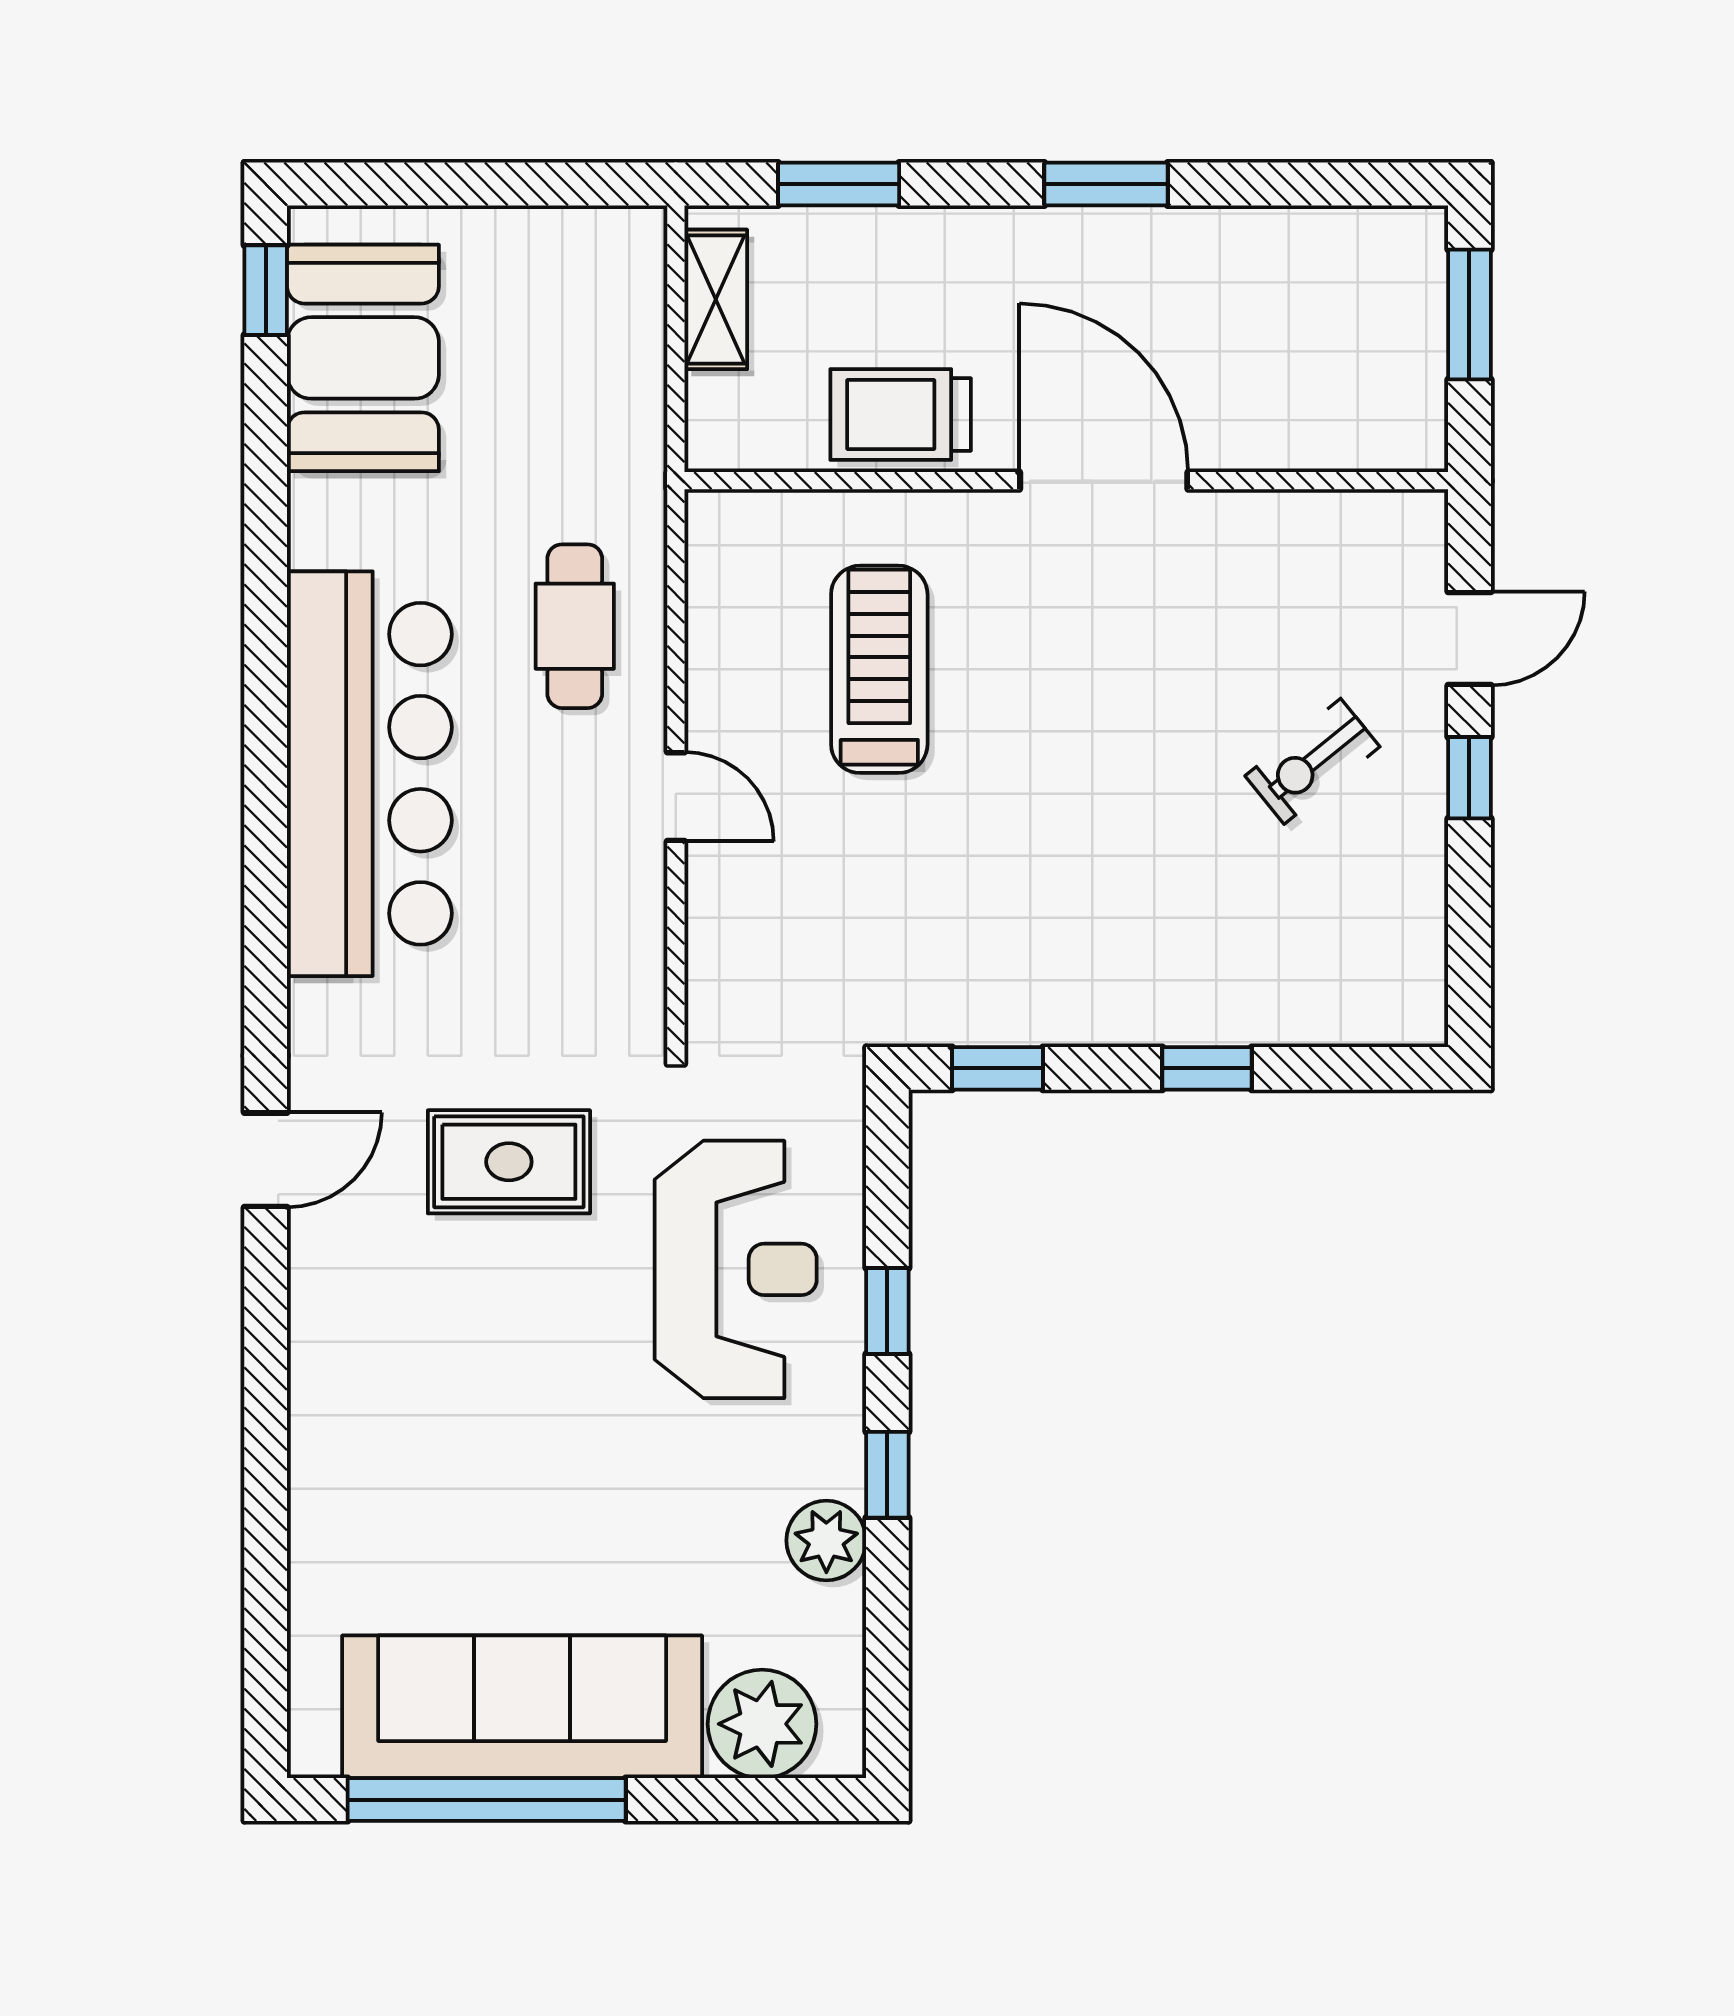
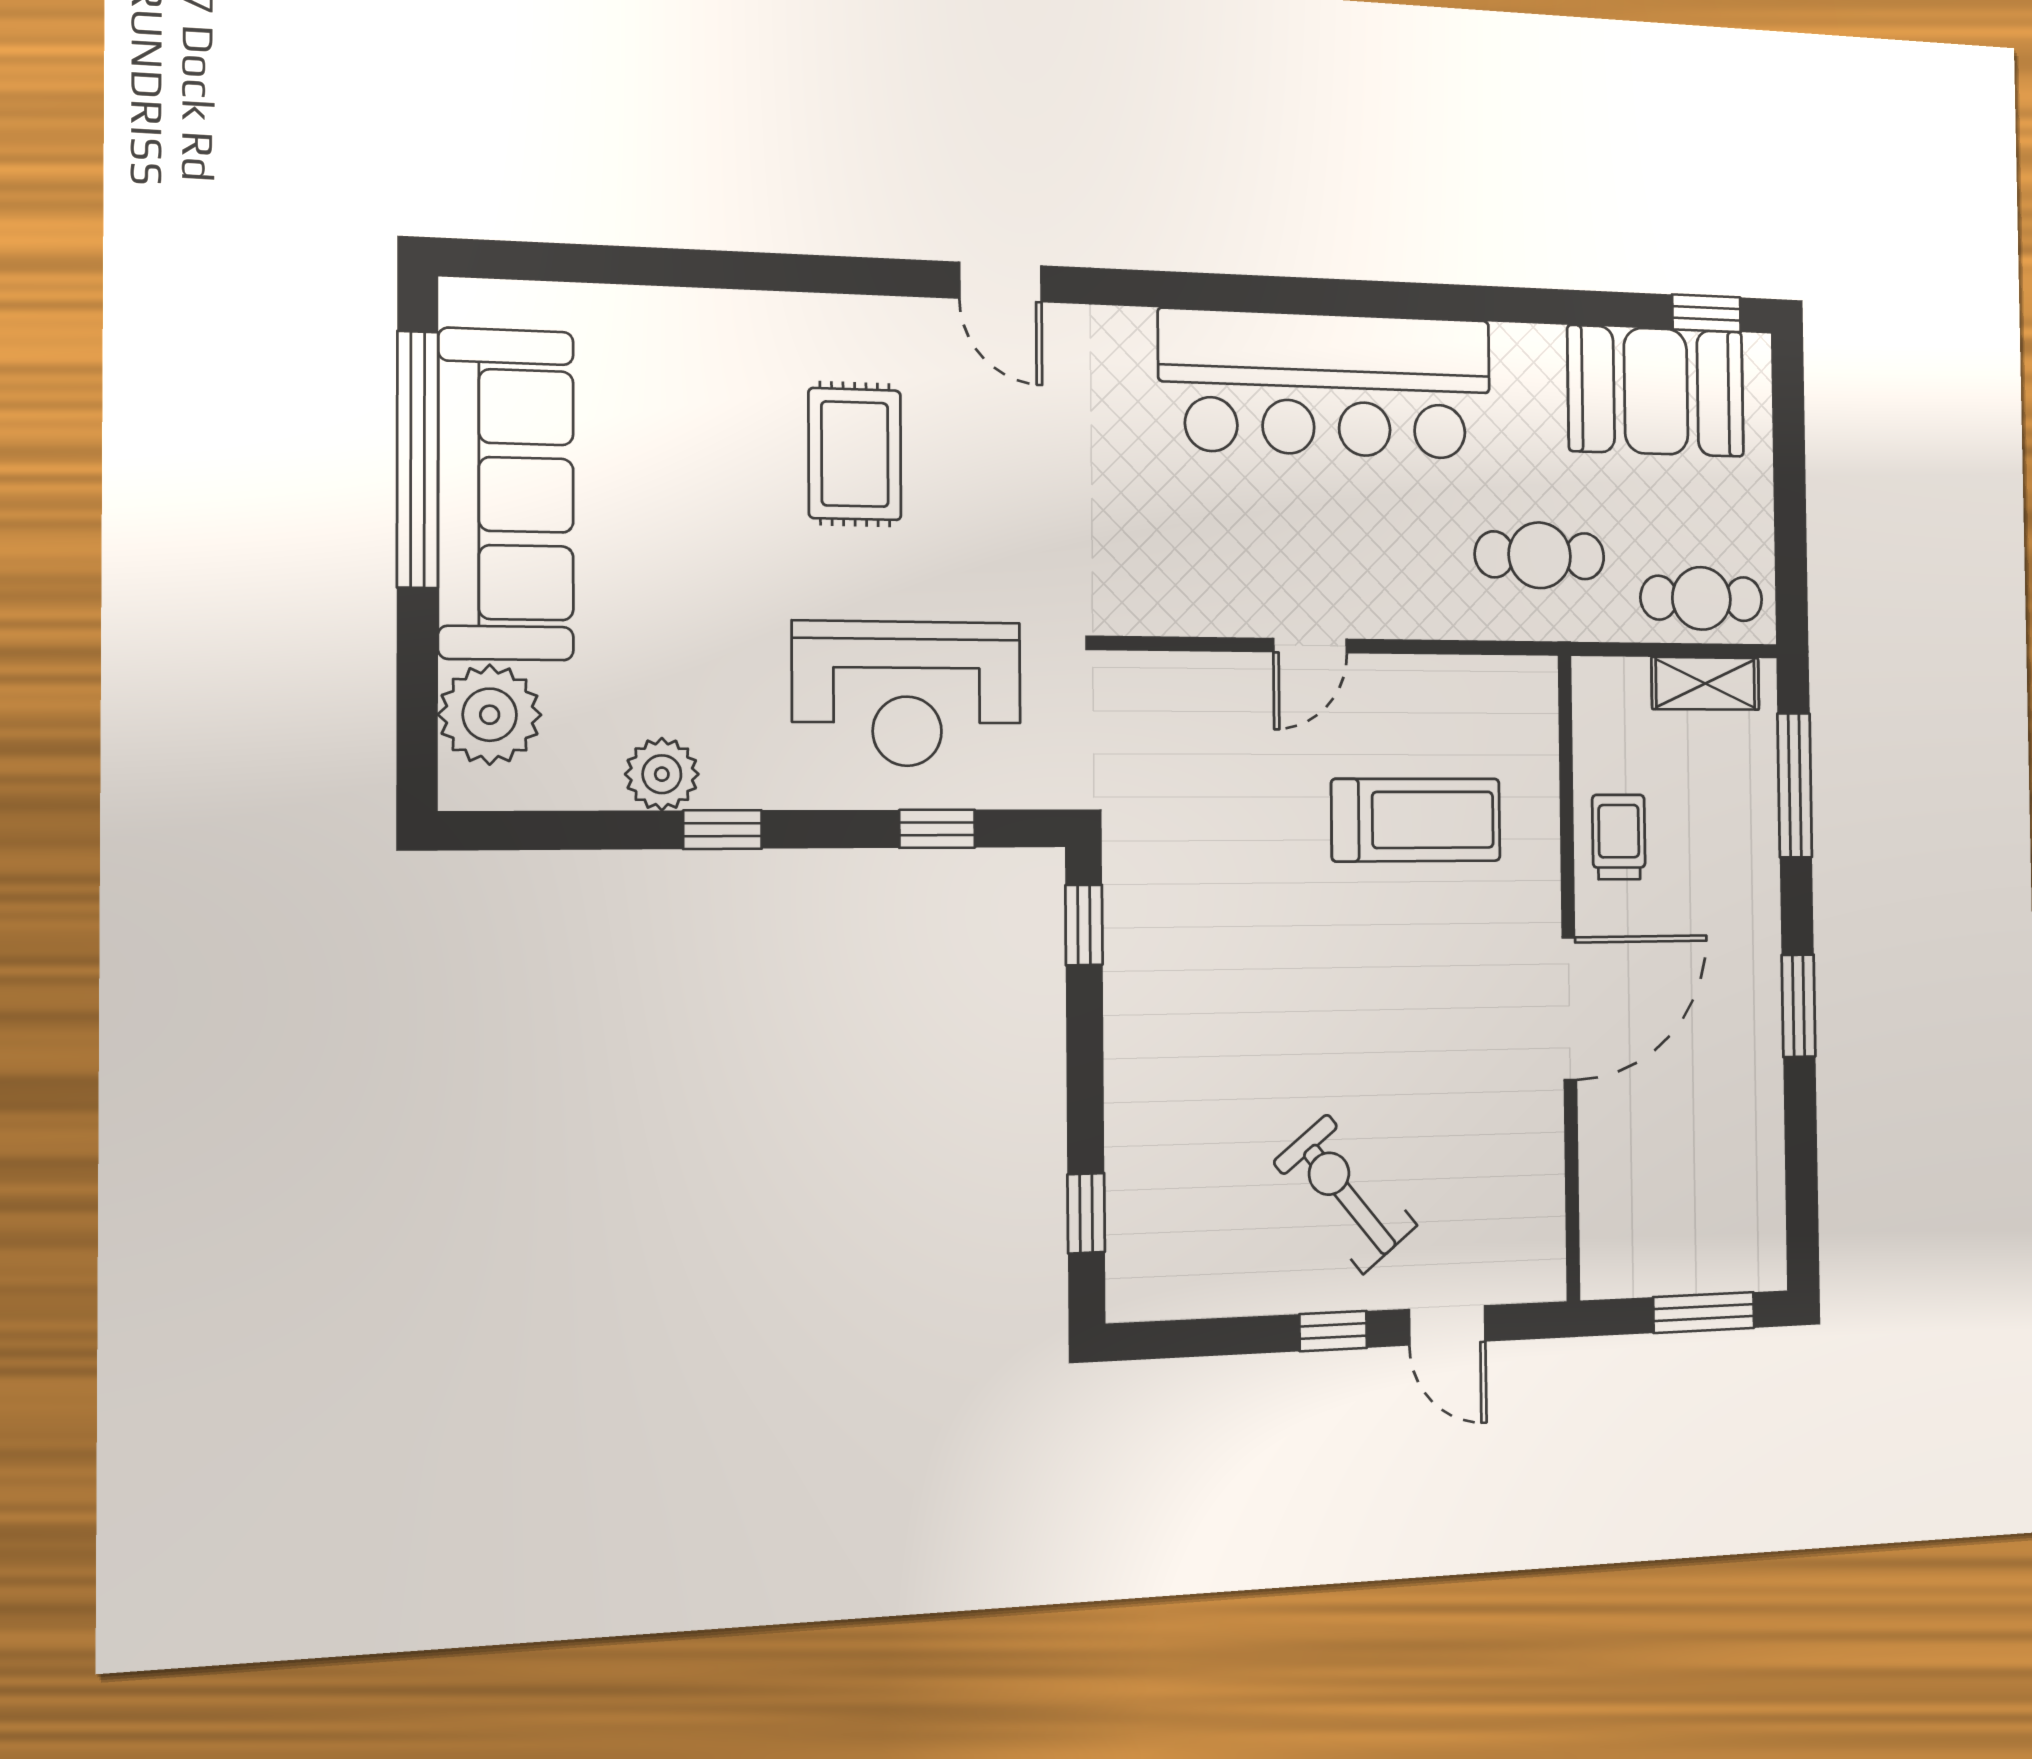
window: (839, 184) -> (1795, 785), width x1.44
cafe table: (613, 303) -> (1701, 598), added
trolley: (901, 415) -> (1619, 837), width x0.73, depth x0.72
cafe table: (575, 626) -> (1540, 555), moved
exercise bike: (1312, 761) -> (1345, 1194), width x1.38, depth x1.39
window: (1207, 1068) -> (1086, 1213), moved
rug: (509, 1162) -> (855, 454), moved
window: (887, 1311) -> (937, 829), moved

